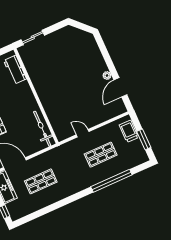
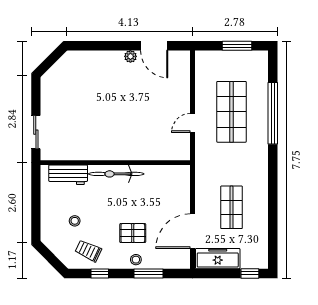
bicycle: (42, 129) -> (116, 174), moved
trolley: (129, 131) -> (217, 61), removed
shop shelf: (101, 155) -> (231, 112), width x1.43, depth x1.36

